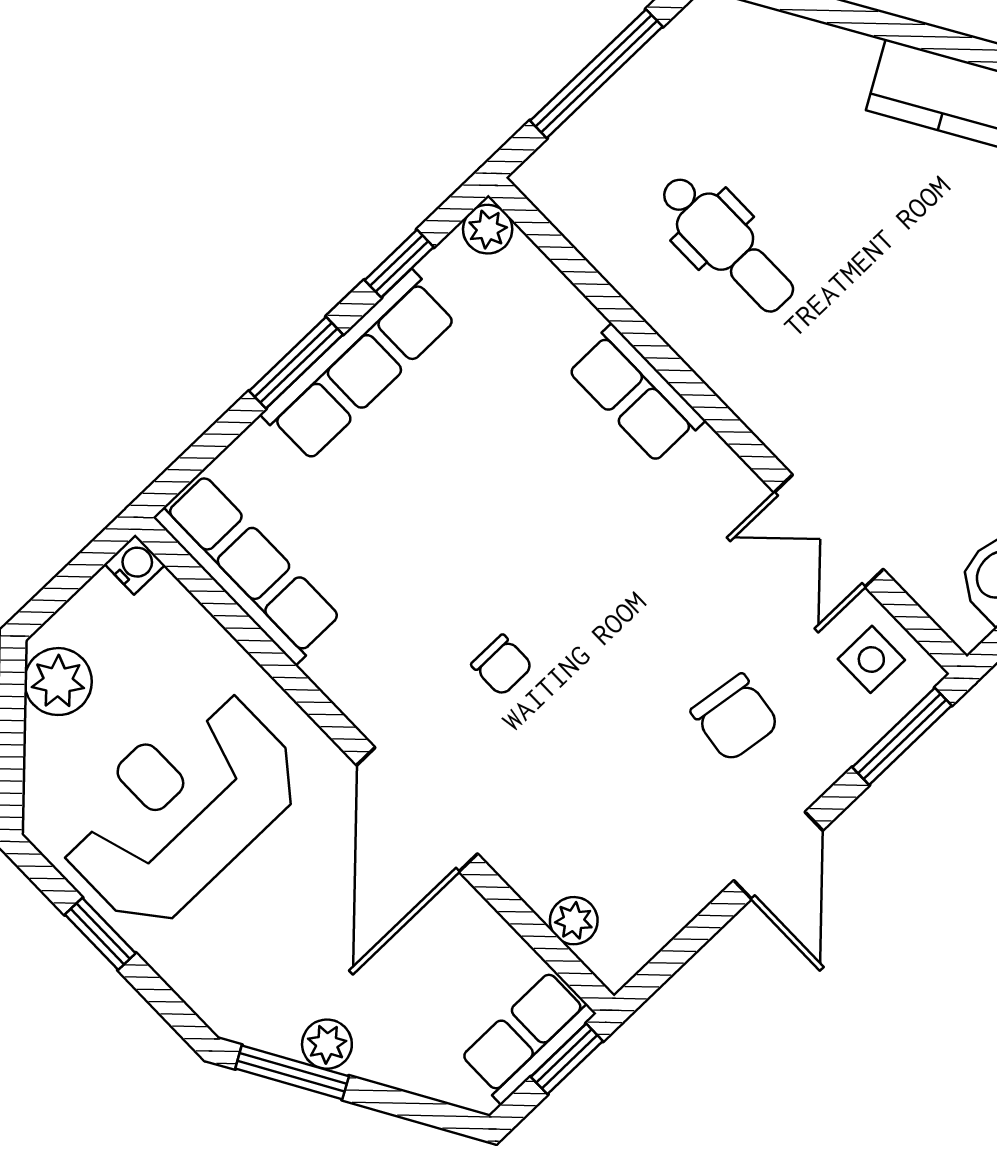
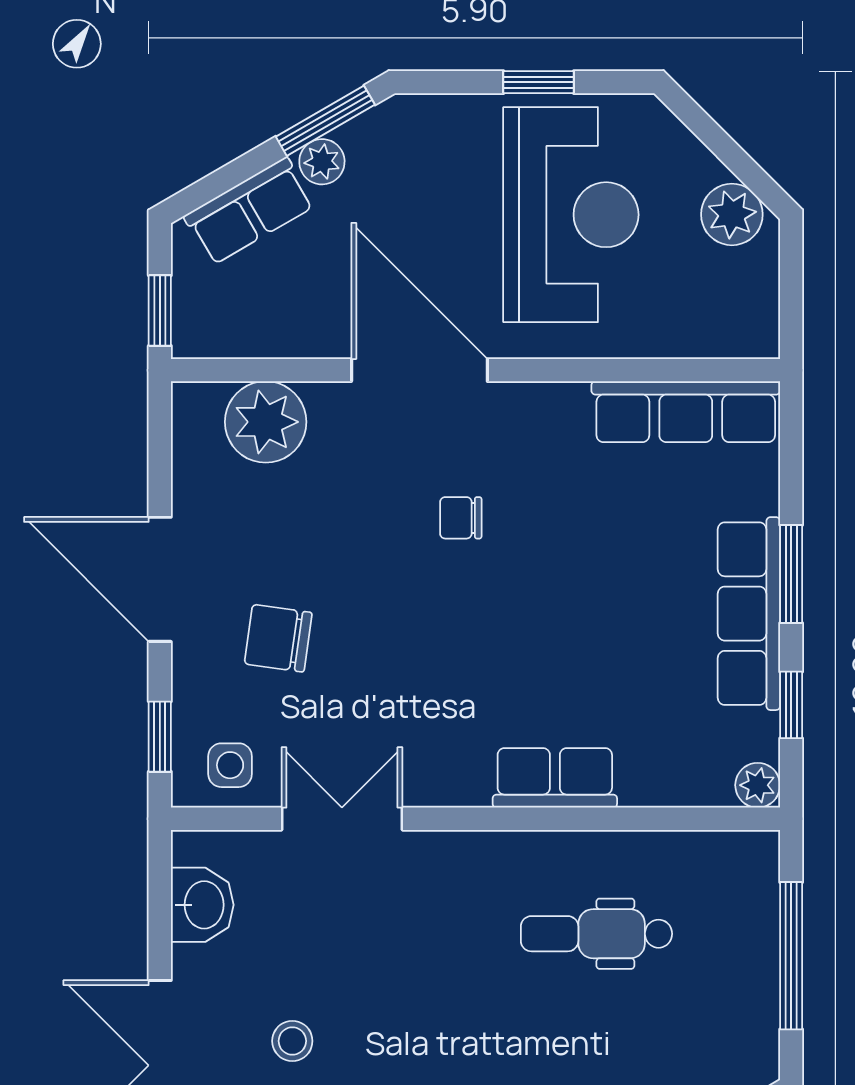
water cooler: (135, 565) -> (760, 339), removed
window: (902, 736) -> (160, 737), width x0.67
door: (778, 855) -> (160, 579), width x1.36
plant: (574, 921) -> (266, 422), width x1.88, depth x1.88
row of seats: (527, 1037) -> (249, 211), moved, turned 60

